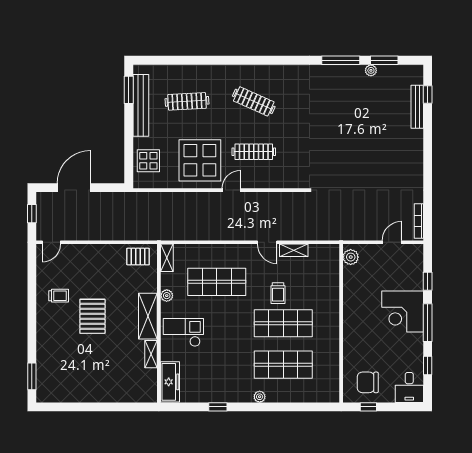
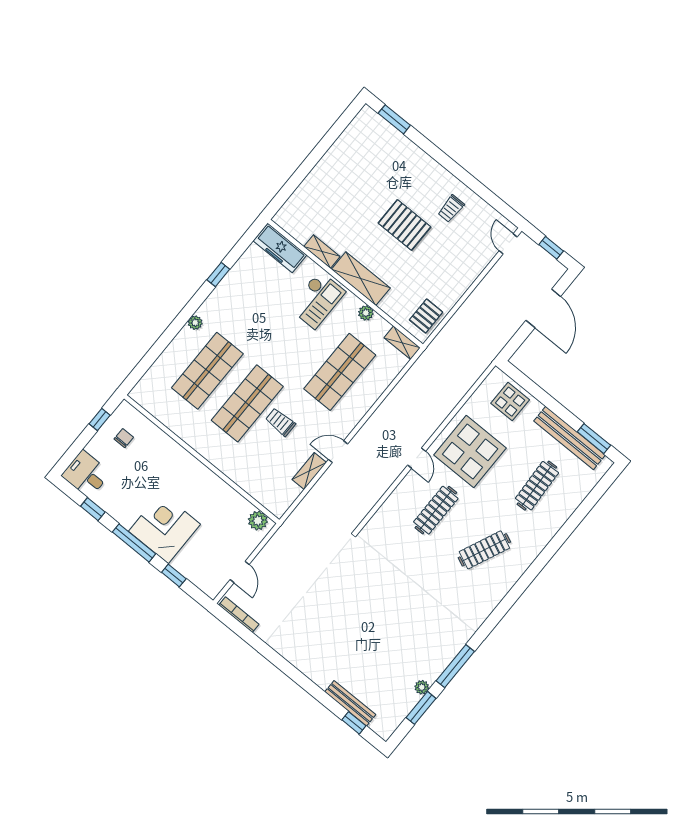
chair: (368, 382) -> (124, 438), width x0.54, depth x0.54

